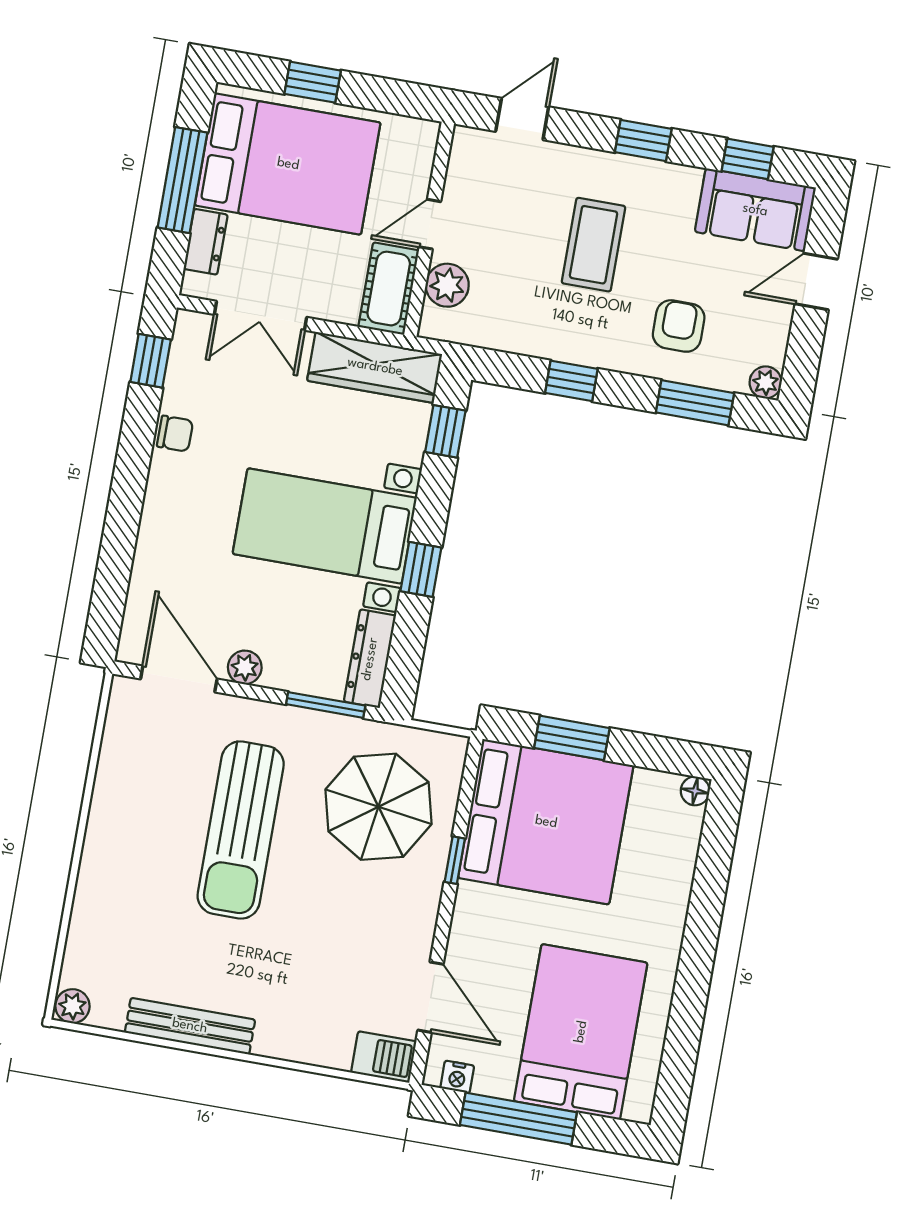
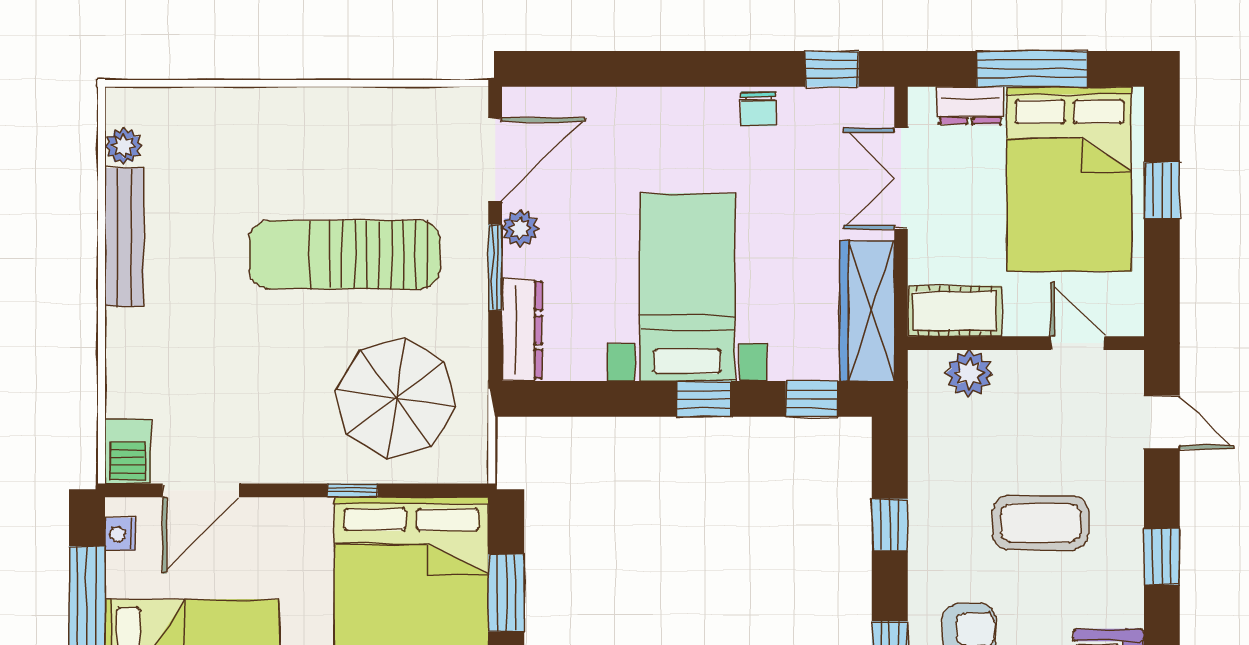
door: (430, 224) -> (1078, 343), moved
window: (421, 569) -> (704, 399), moved
dresser: (370, 659) -> (522, 330), moved, turned 90
window: (326, 705) -> (495, 267), moved
plant: (73, 1006) -> (123, 146), moved

